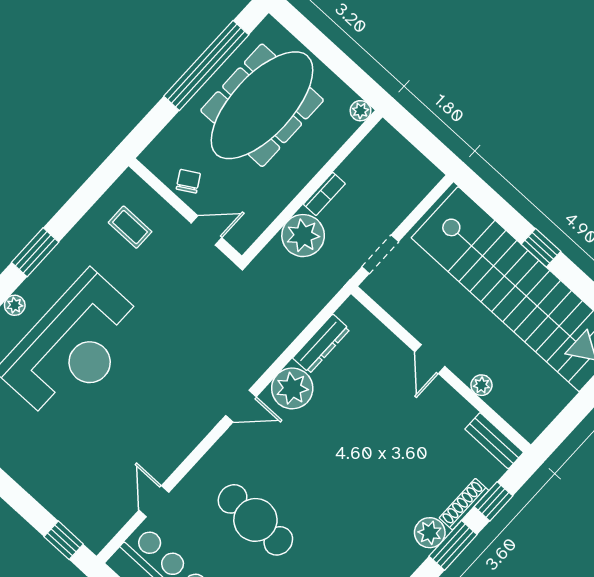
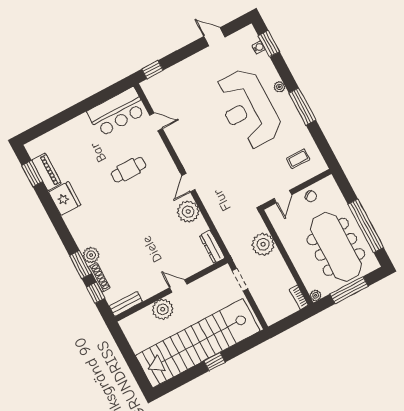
window: (330, 55) -> (349, 290), added
bookcase: (324, 194) -> (299, 297), moved
window: (35, 252) -> (302, 107), width x1.44
dresser: (321, 344) -> (212, 247), moved
plant: (481, 385) -> (163, 309), width x1.87, depth x1.87
cafe table: (255, 520) -> (129, 170), width x0.73, depth x0.74

